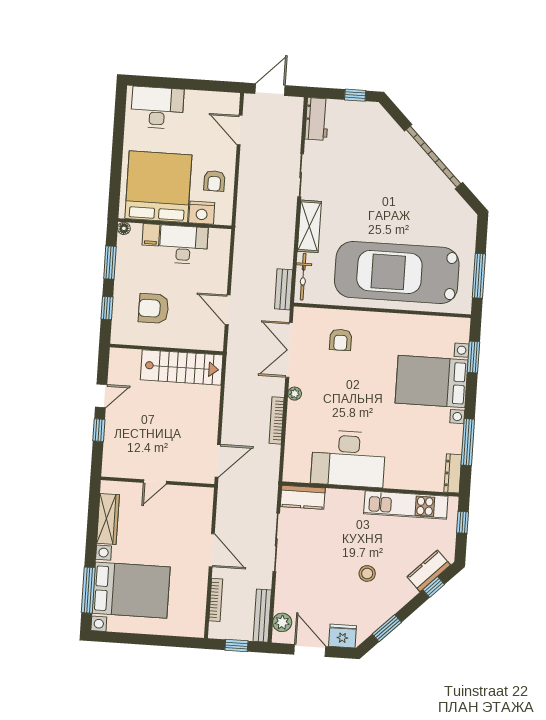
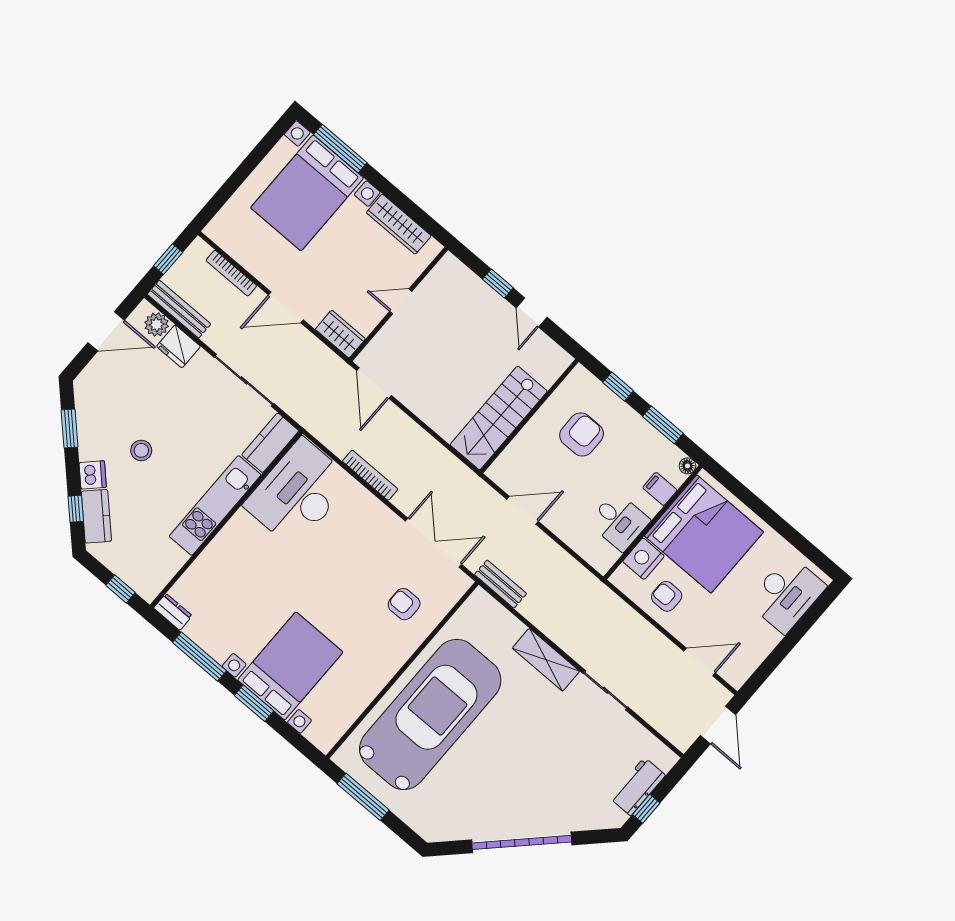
workbench: (317, 119) -> (638, 787), moved, turned 90
desk: (183, 245) -> (619, 521), width x0.73
bicycle: (303, 277) -> (498, 614), removed
window: (473, 357) -> (254, 703), moved
plant: (295, 394) -> (384, 515), removed
desk: (348, 459) -> (298, 493), moved
dresser: (453, 473) -> (173, 612), width x0.70
door: (155, 482) -> (401, 301), hinge flipped
wardrobe: (203, 504) -> (340, 334), added
kitchen unit: (406, 505) -> (215, 505), moved
dishwasher: (405, 592) -> (93, 475), added
fridge: (342, 636) -> (178, 346), moved, turned 90

